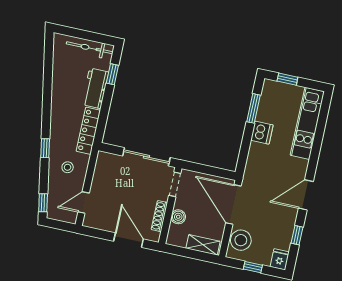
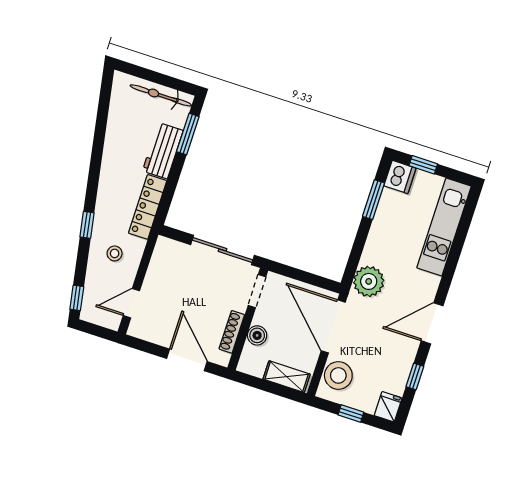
window: (112, 74) -> (188, 134), width x1.50
dishwasher: (262, 133) -> (400, 177), moved
plant: (256, 169) -> (369, 281), added

